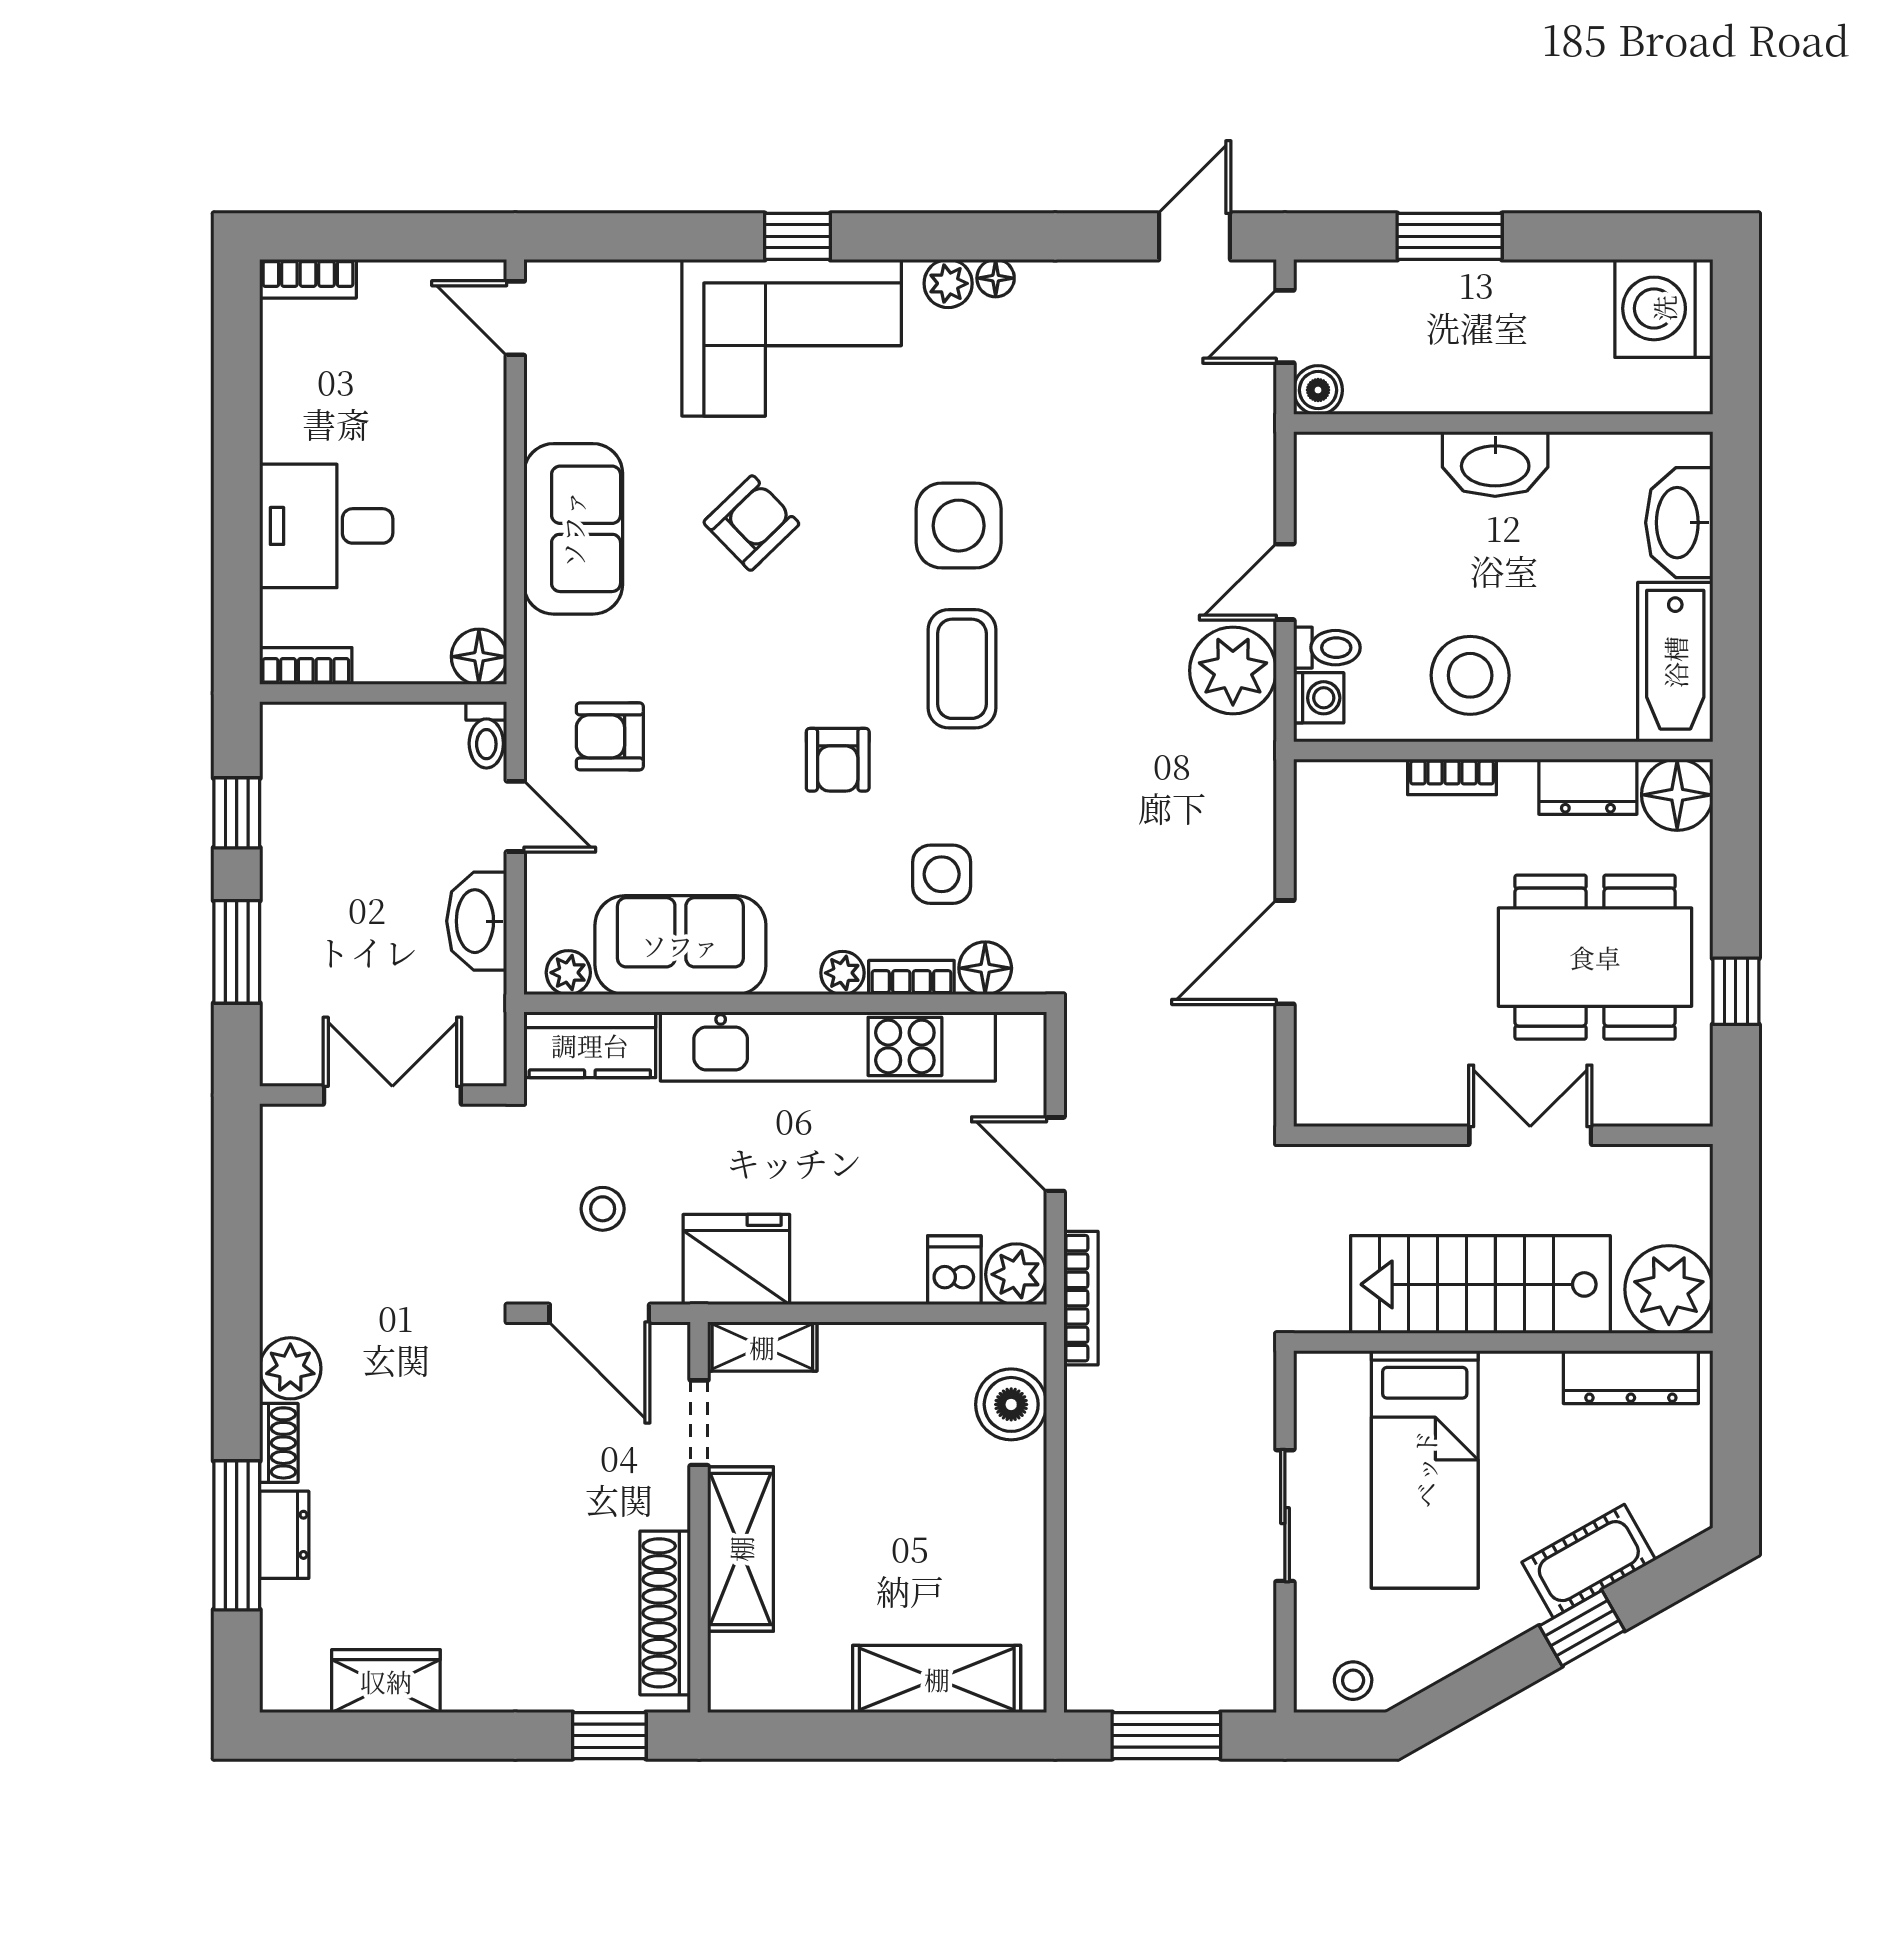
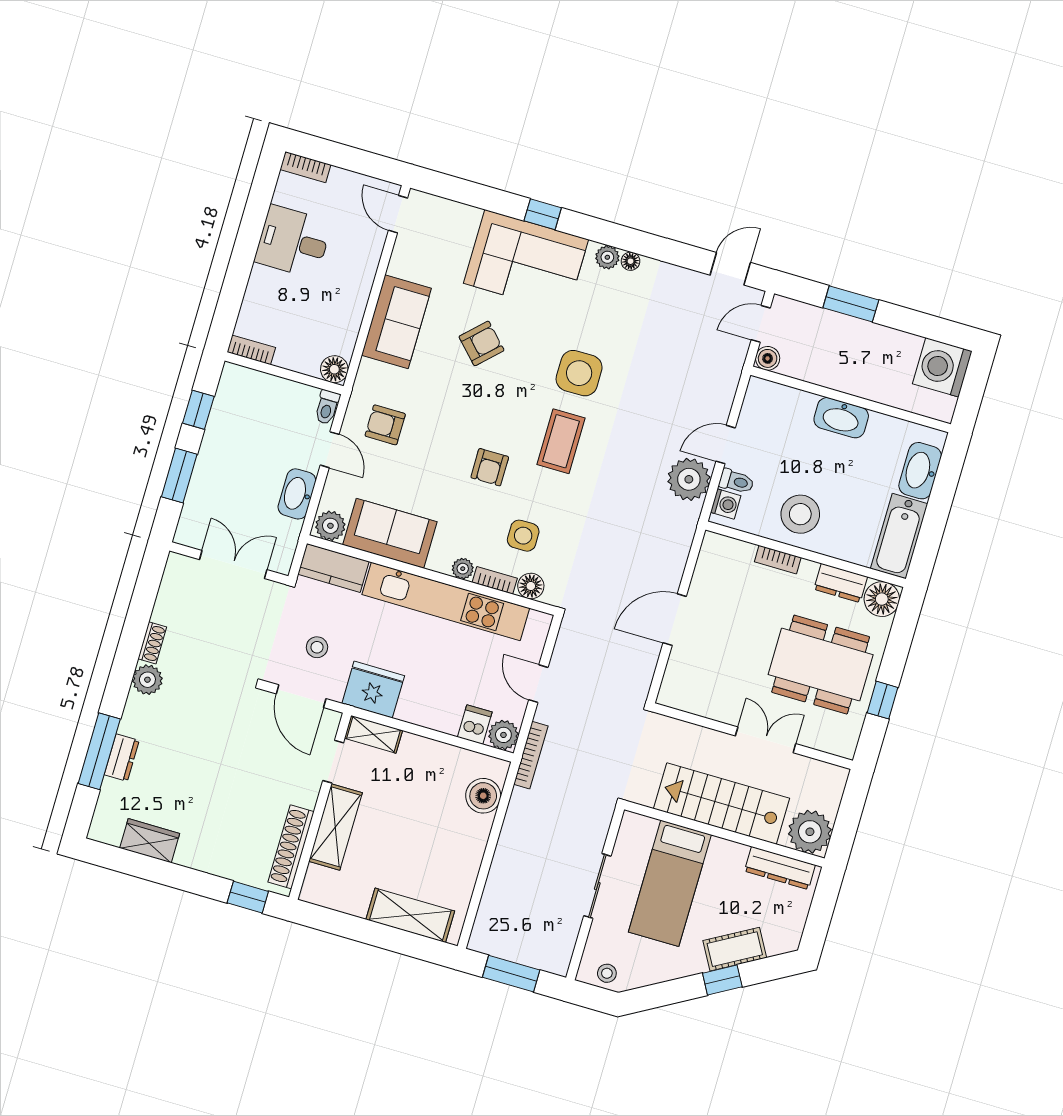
desk: (326, 526) -> (293, 242), moved
plant: (568, 973) -> (330, 526), width x1.38, depth x1.38
shoe rack: (279, 1443) -> (152, 643), moved

